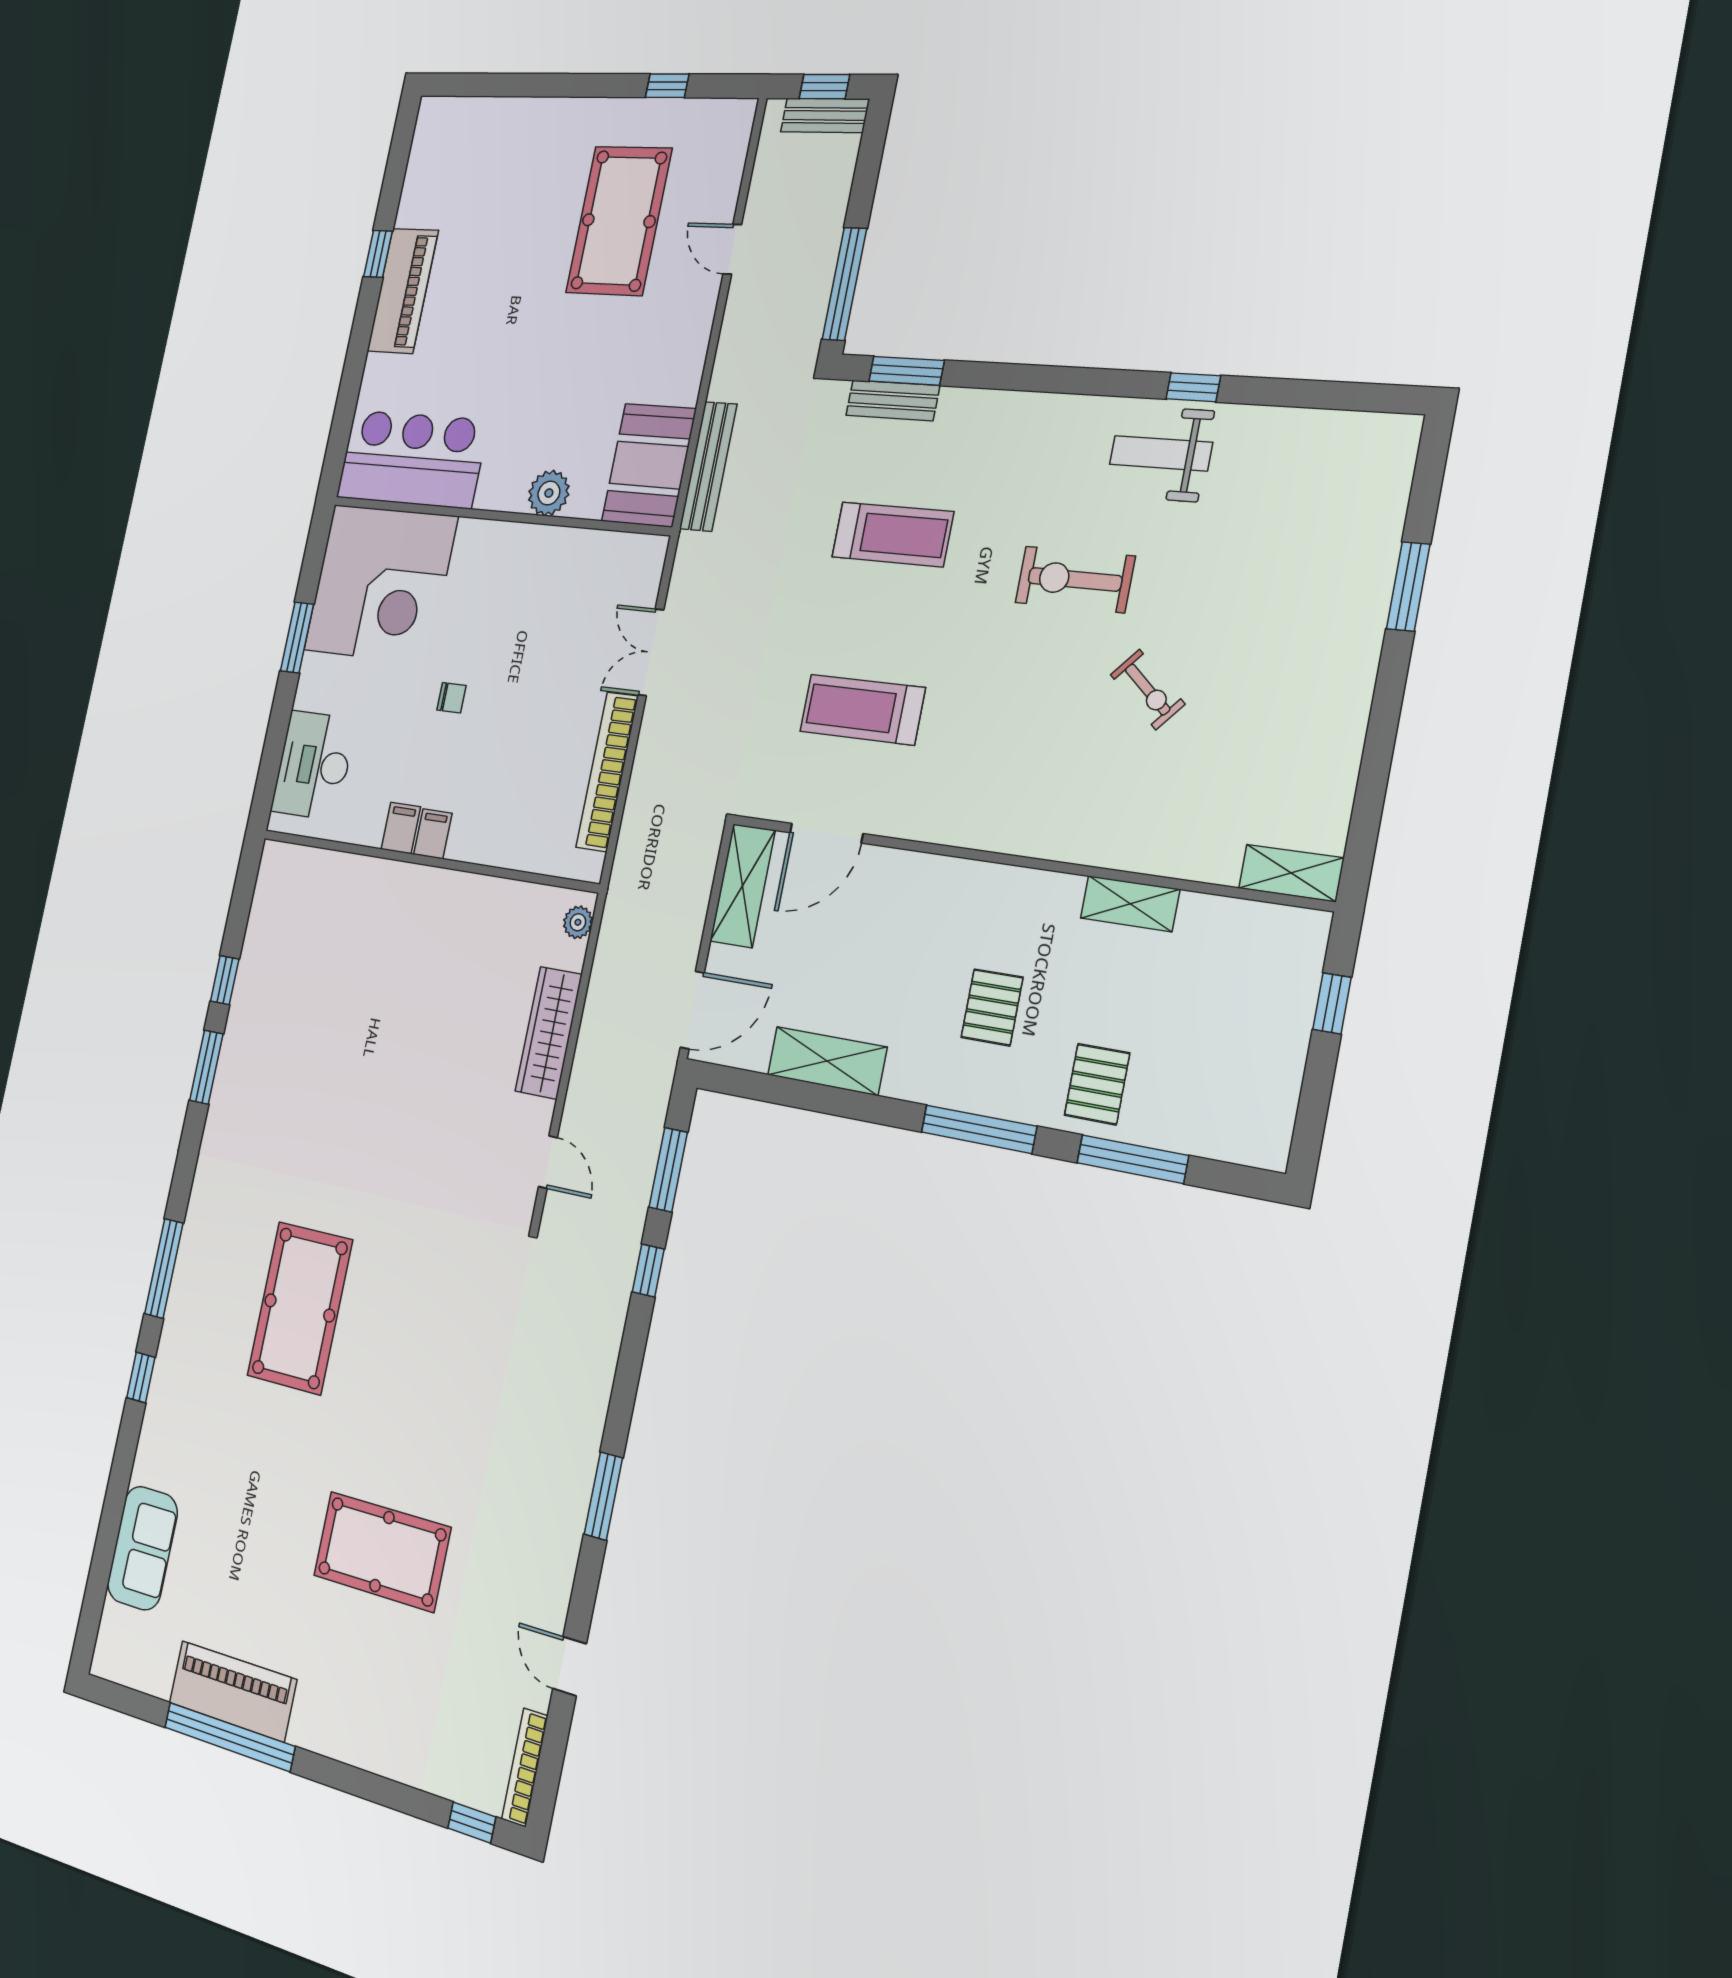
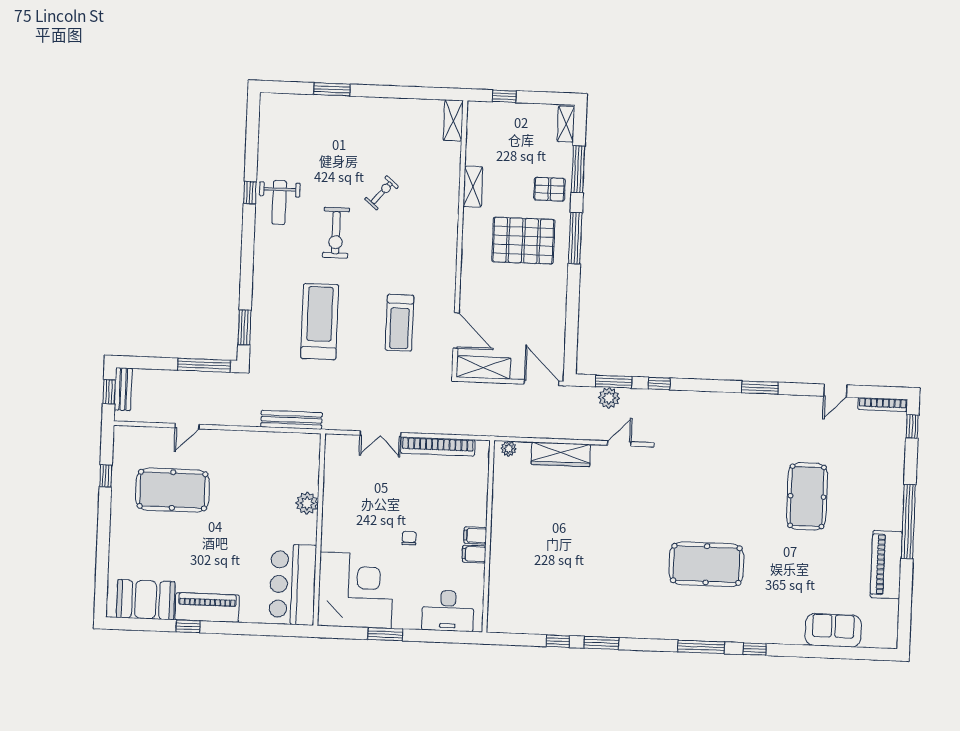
bench: (893, 401) -> (258, 332), removed
booth: (649, 465) -> (146, 600), moved
treadmill: (893, 534) -> (320, 322), width x1.37, depth x1.38
pallet: (992, 1007) -> (523, 241), width x2.05, depth x2.00
shelving: (827, 1061) -> (566, 124), moved, width x0.67, depth x0.75
plant: (638, 1154) -> (609, 398), added
window: (229, 1737) -> (908, 522), moved

